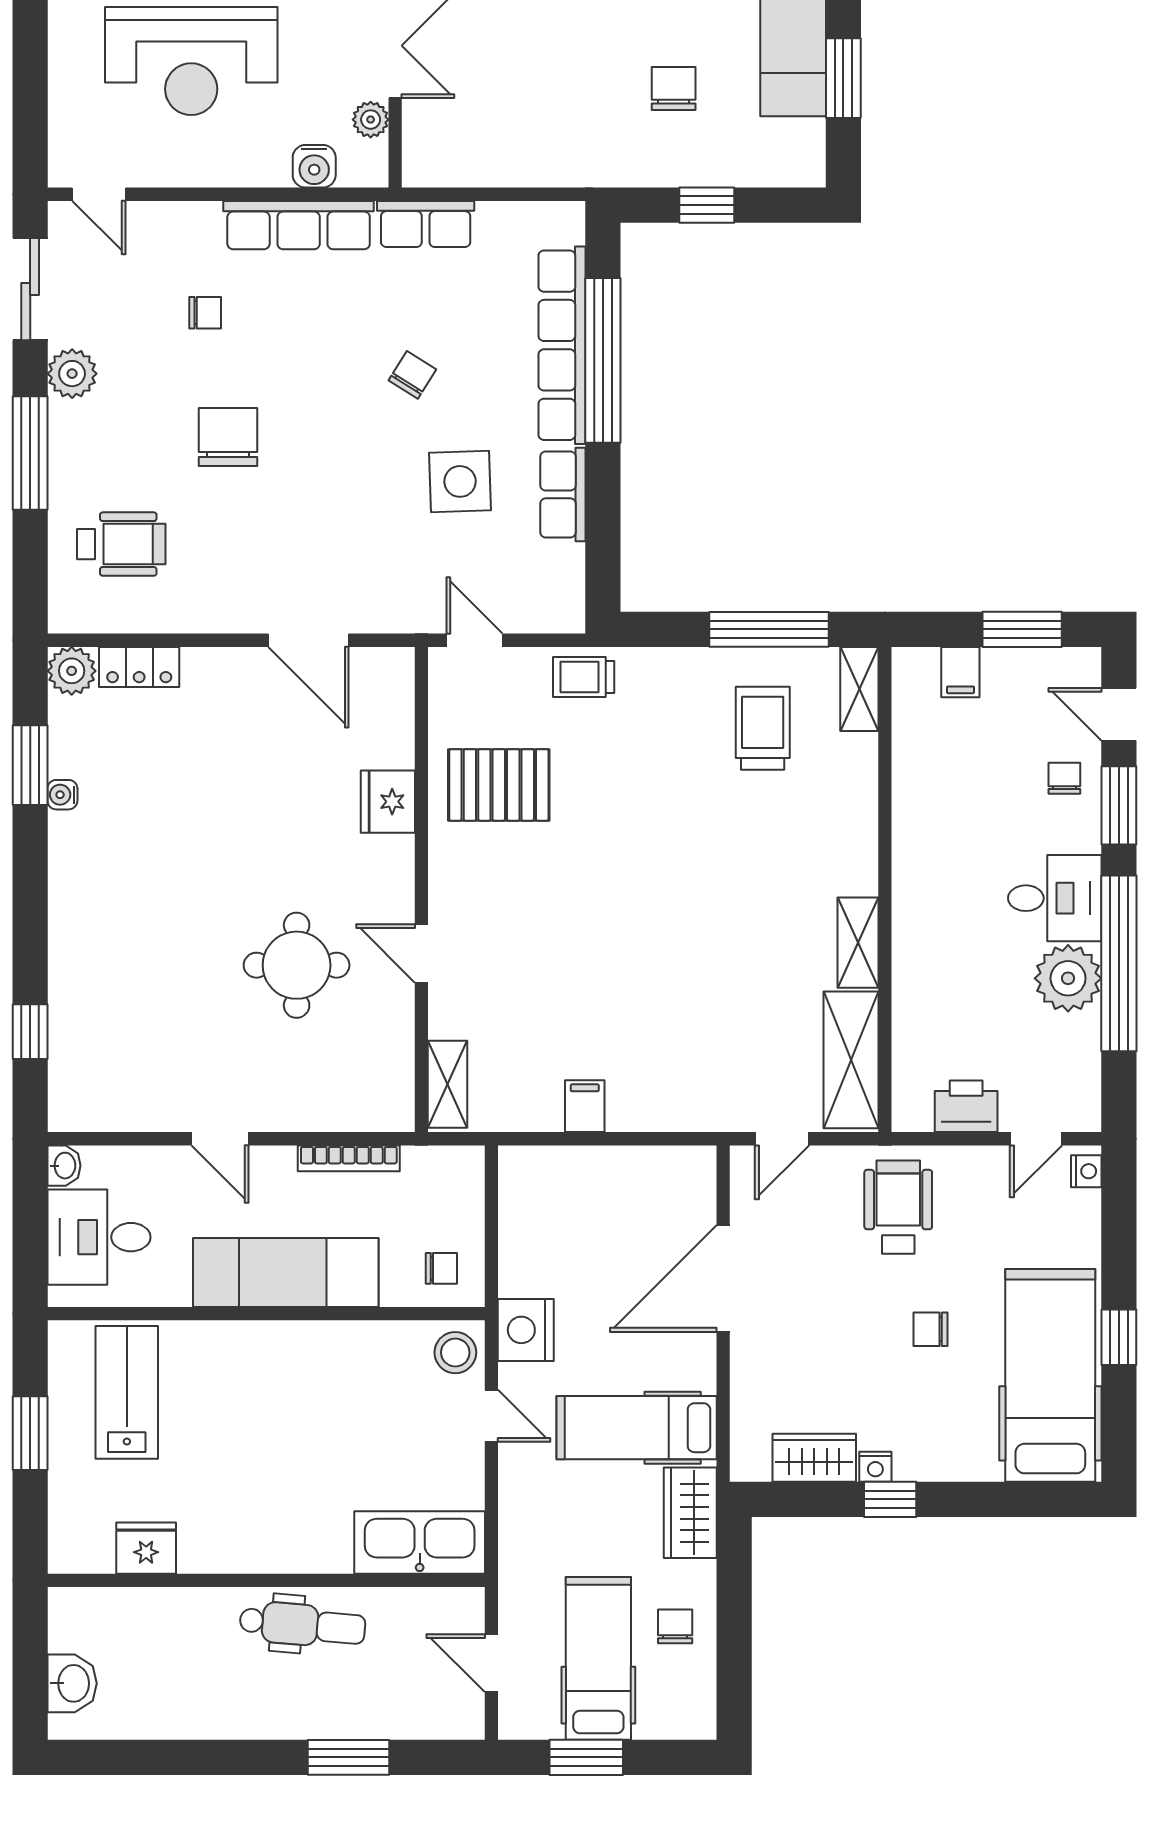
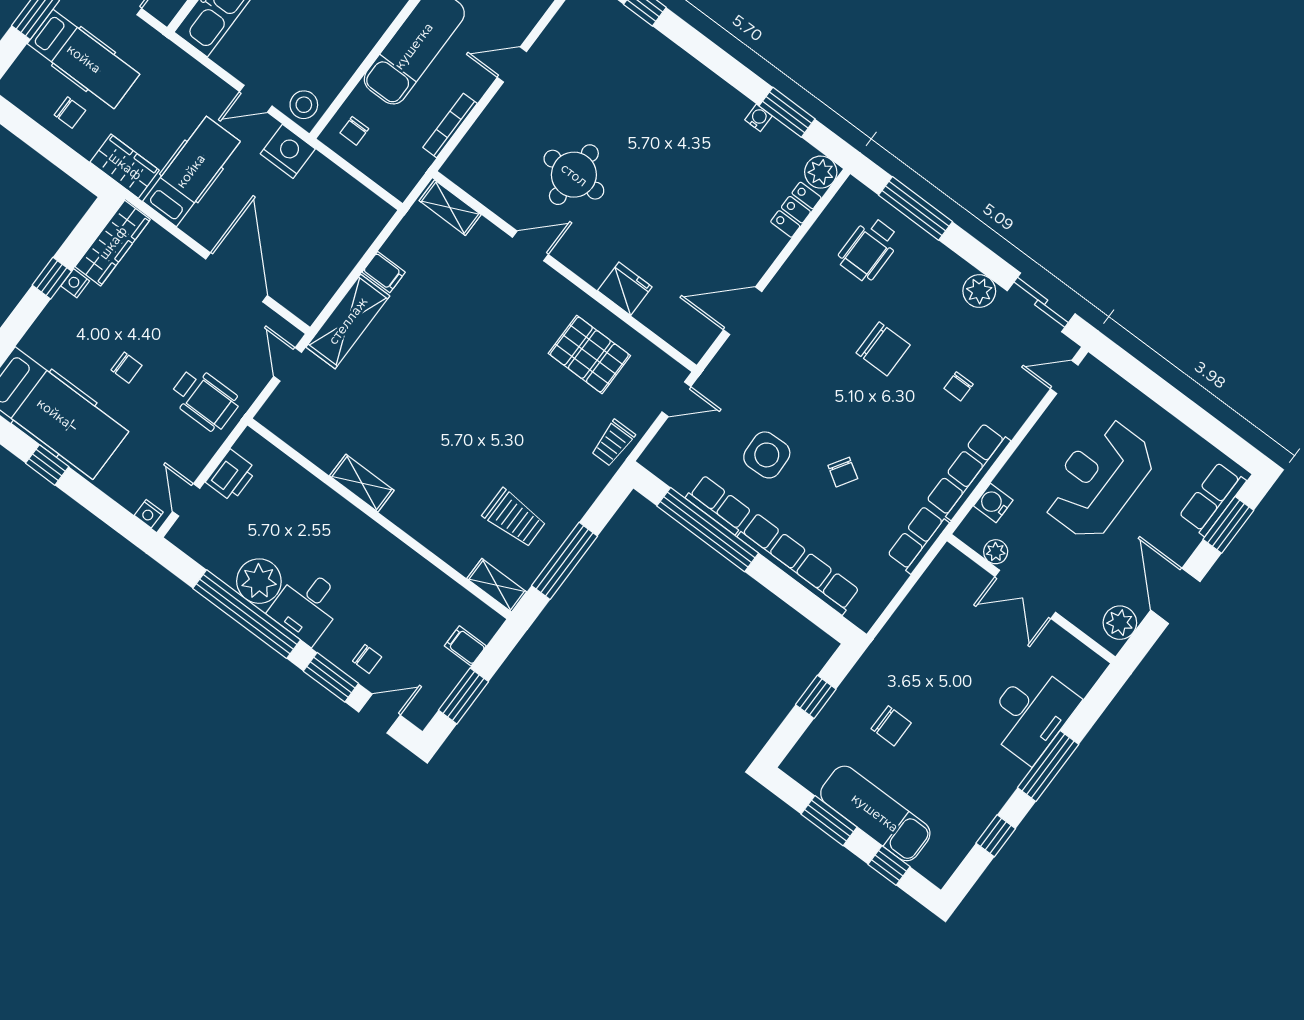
window: (603, 360) -> (708, 530), moved
window: (30, 453) -> (916, 208), moved
trolley: (584, 677) -> (613, 443), turned 180
pallet: (499, 785) -> (589, 355), turned 90
shelving: (851, 1060) -> (348, 321), moved, turned 90
chair: (931, 1329) -> (127, 368), turned 90
wardrobe: (814, 1458) -> (113, 243), width x1.50

